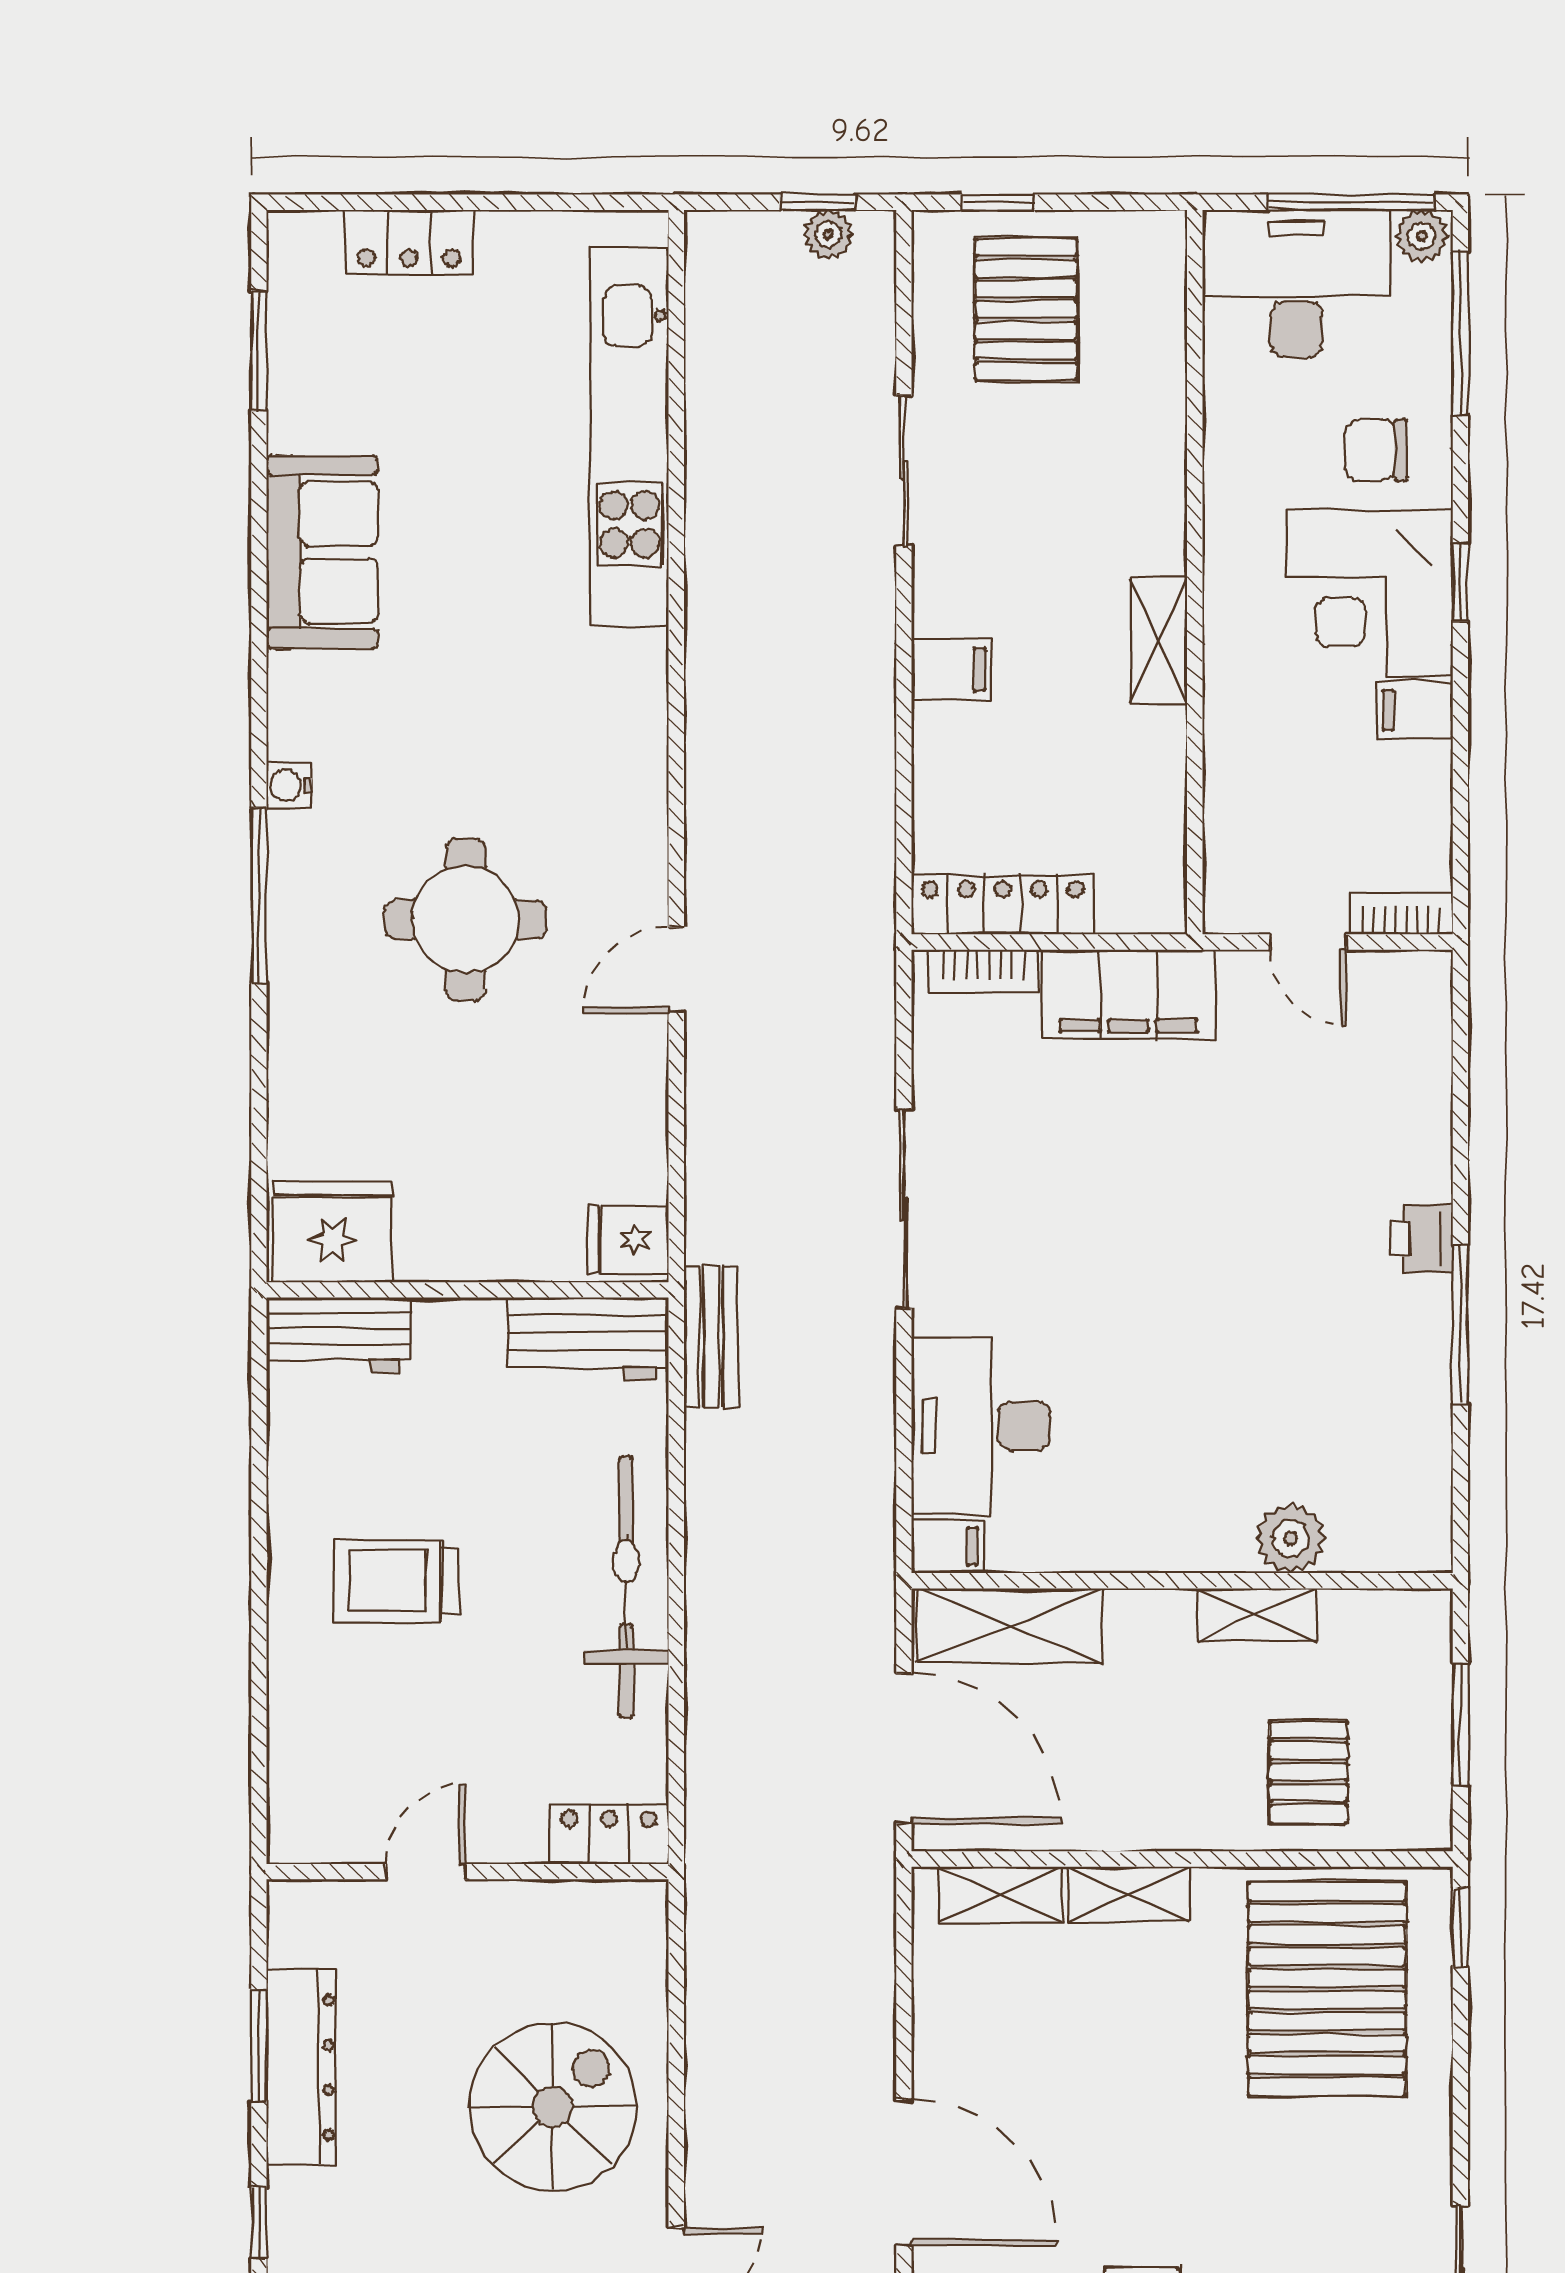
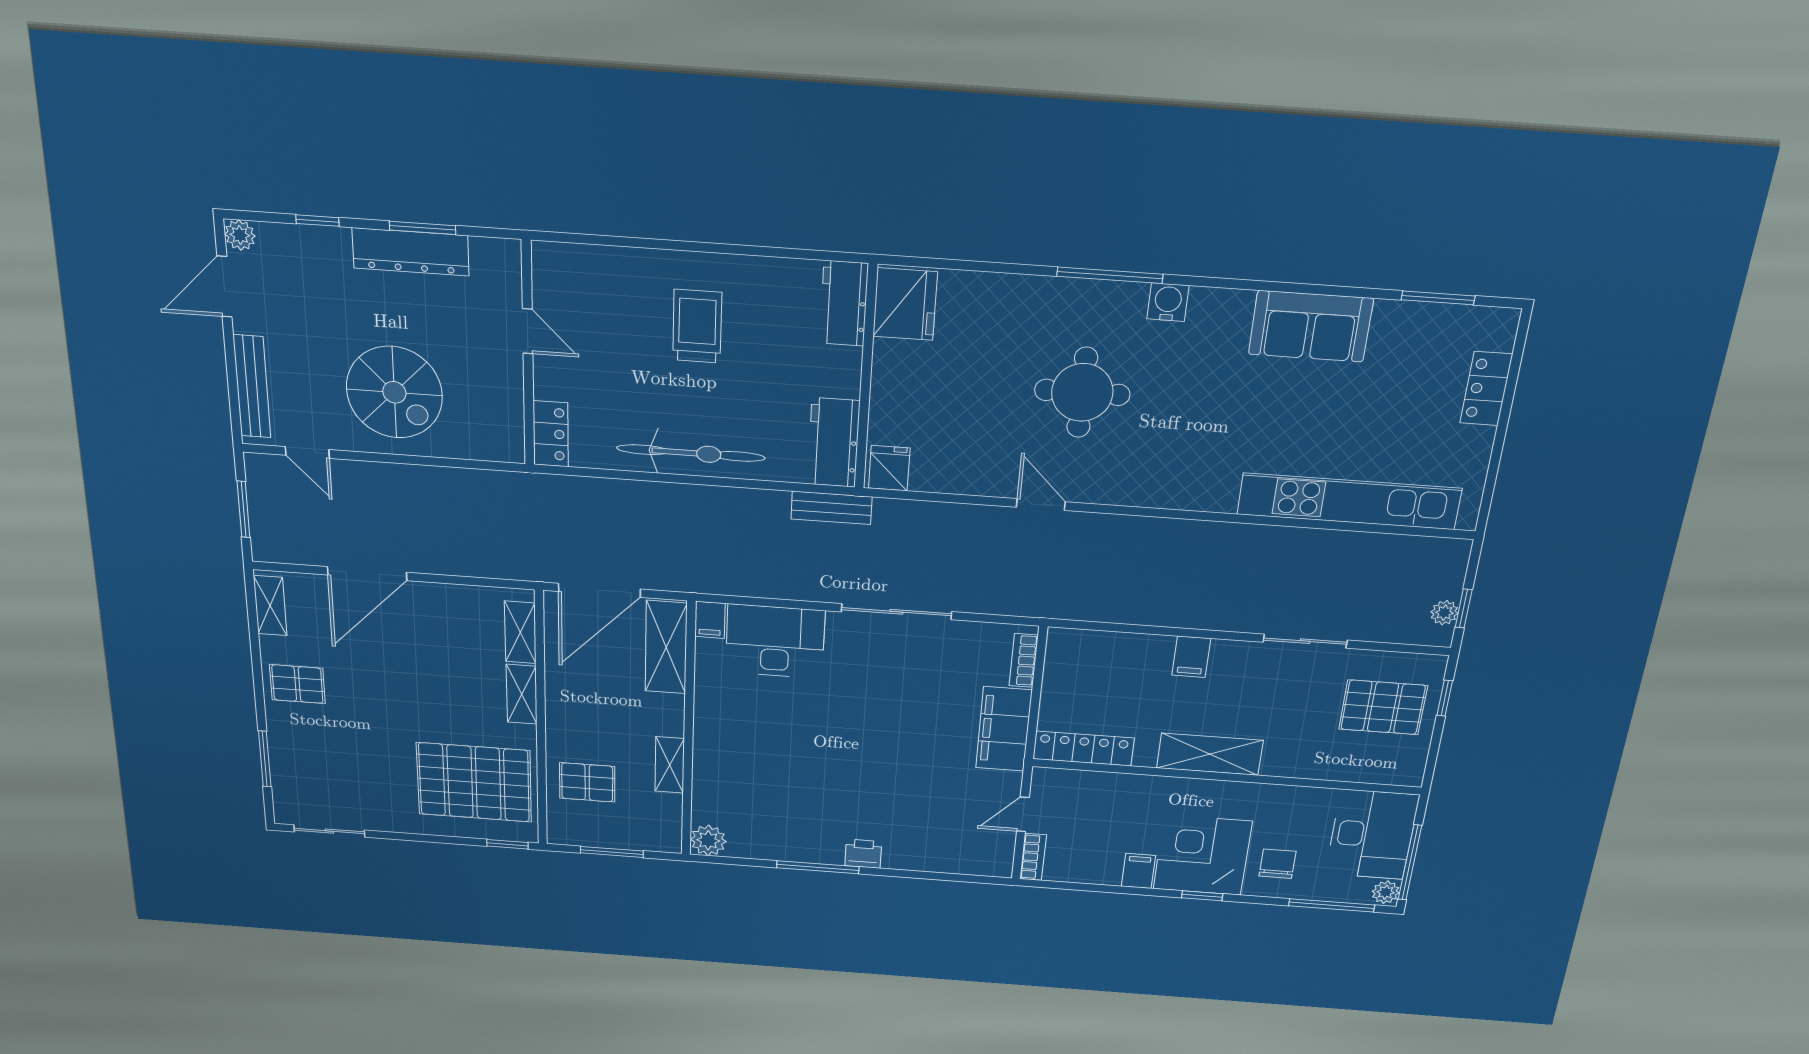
shelving: (1159, 641) -> (1210, 754), width x1.50, depth x1.33
water cooler: (289, 785) -> (1168, 302), width x1.38, depth x1.38
locker: (1003, 904) -> (1083, 749), moved, turned -90
plant: (1291, 1538) -> (708, 840), moved

